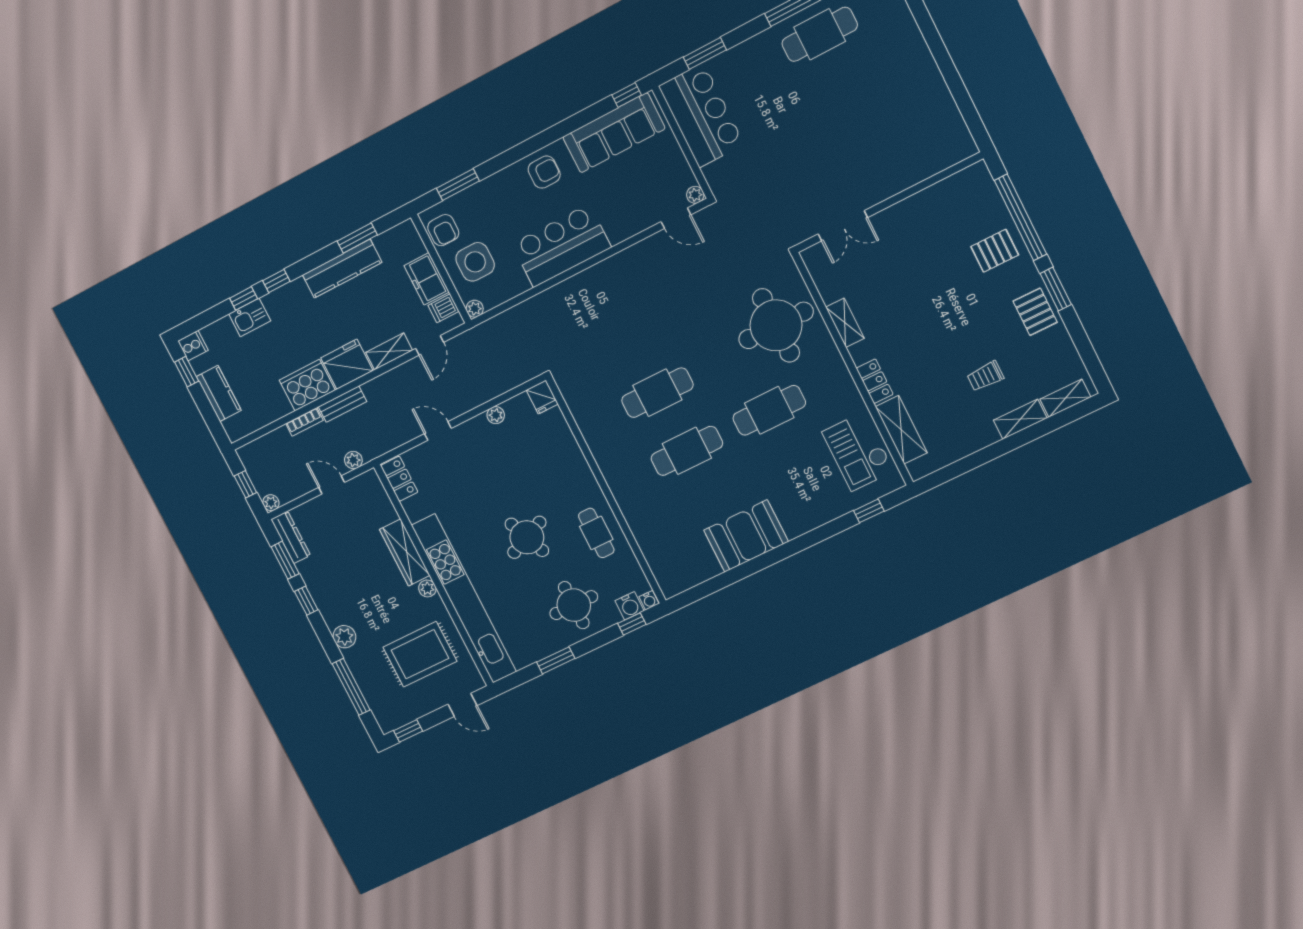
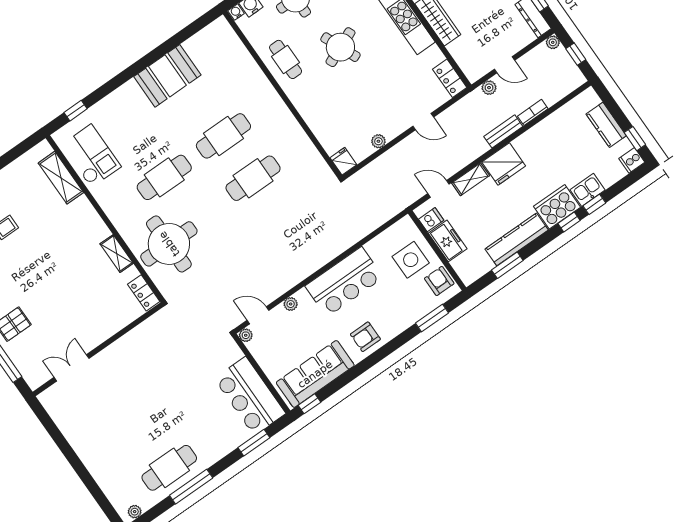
double door: (843, 226) -> (72, 368), moved
plant: (475, 309) -> (291, 304), moved
door: (430, 345) -> (439, 189), hinge flipped
locker: (875, 381) -> (144, 293), moved
cooker: (307, 385) -> (557, 207), moved, turned 180

